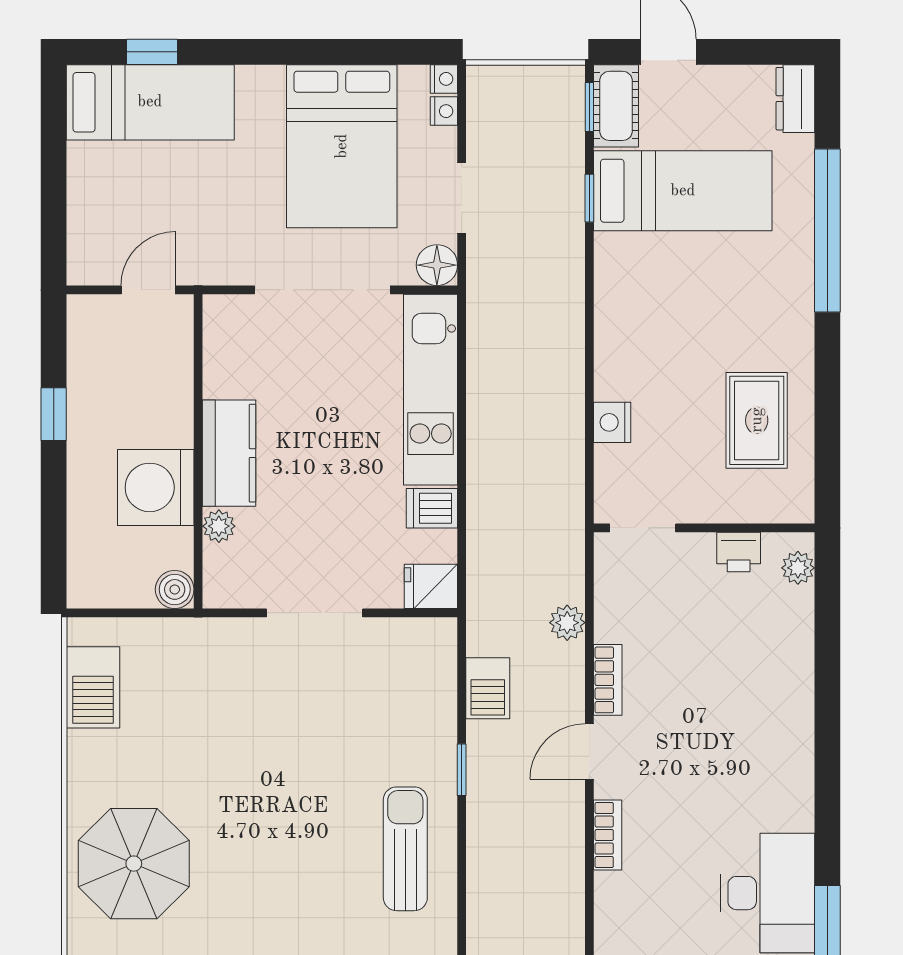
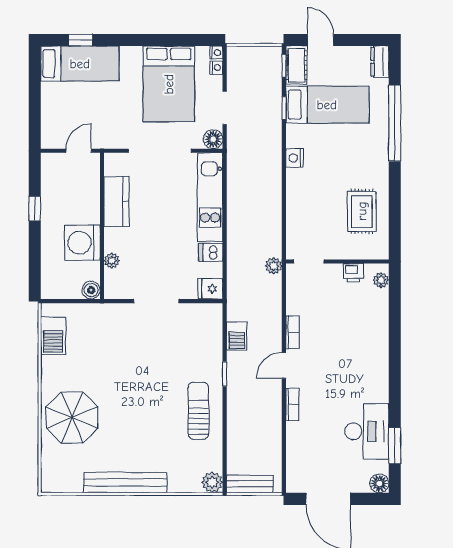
nightstand: (612, 422) -> (295, 158), moved
kitchen counter: (229, 453) -> (116, 202), moved
plant: (567, 623) -> (274, 266), moved

